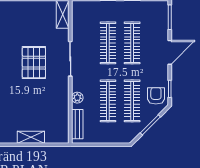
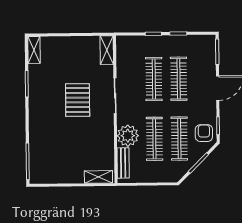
plant: (77, 98) -> (128, 136), width x1.87, depth x1.87
shelving: (31, 137) -> (98, 177), moved

